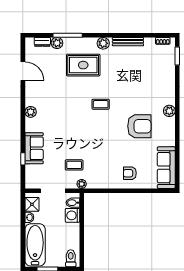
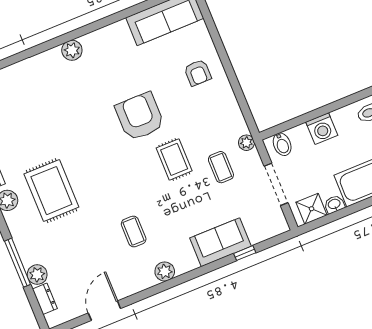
rug: (83, 65) -> (51, 191), moved
coffee table: (101, 104) -> (134, 231), moved
armchair: (139, 126) -> (140, 116), moved
rug: (89, 142) -> (174, 159), added
washing machine: (73, 215) -> (322, 129), moved

